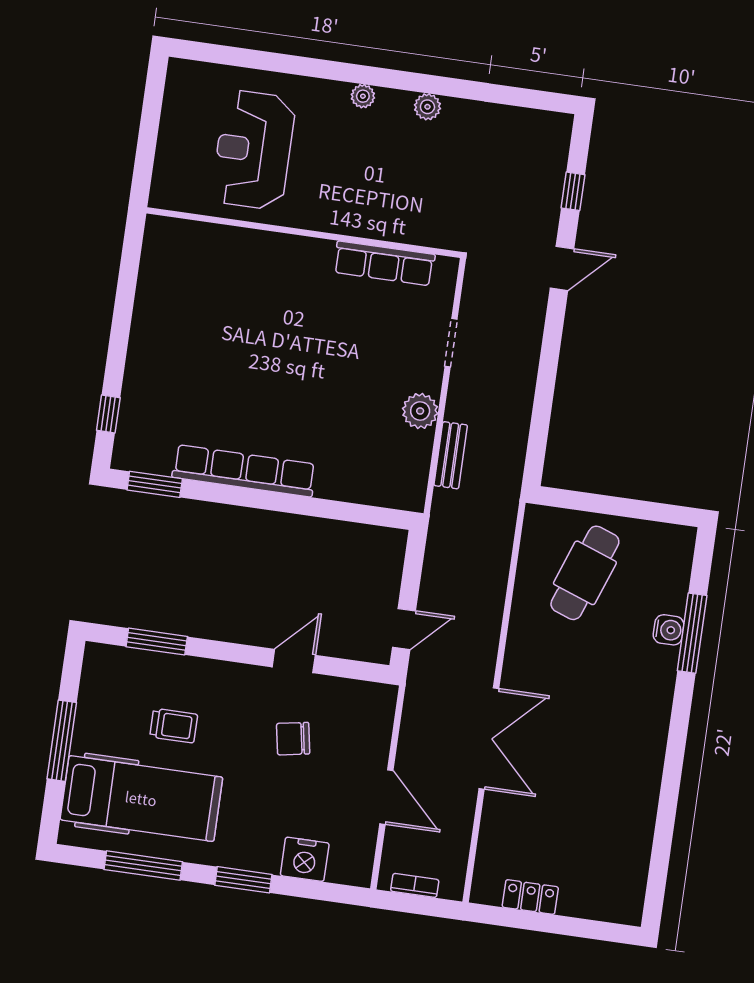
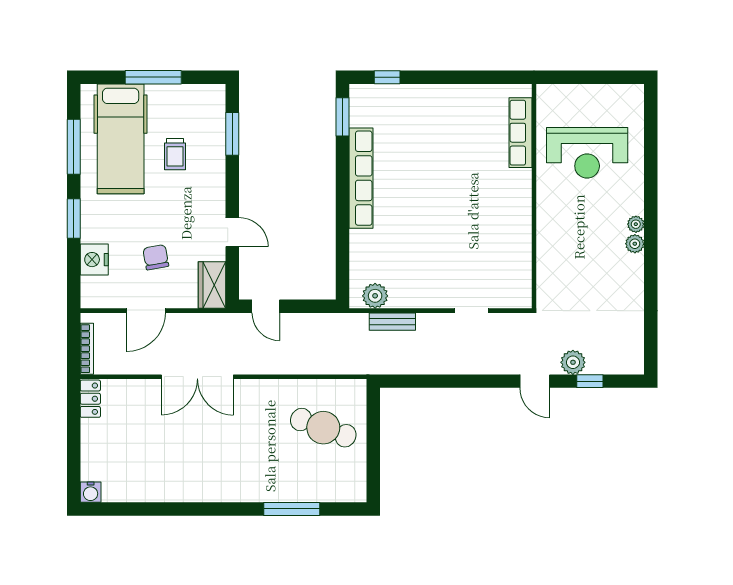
plant: (427, 107) -> (635, 244), moved
reception desk: (254, 150) -> (587, 153), turned 180
plant: (543, 211) -> (573, 362), added
row of seats: (384, 263) -> (520, 133), moved
plant: (420, 411) -> (375, 296), moved
water cooler: (669, 630) -> (91, 492), moved
wardrobe: (364, 700) -> (212, 285), added
chair: (293, 739) -> (156, 257), moved
bookcase: (415, 885) -> (87, 349), width x1.56
locker: (530, 897) -> (90, 399), moved

